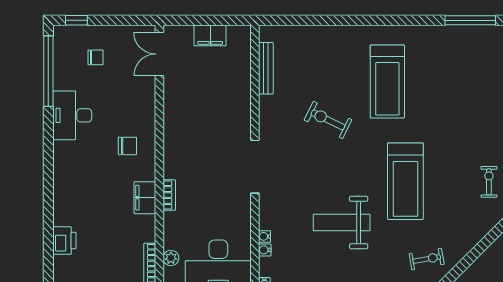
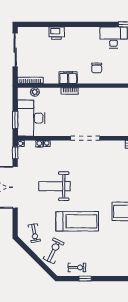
exercise bike: (328, 120) -> (54, 251), moved
treadmill: (405, 181) -> (77, 221), turned 180
weight bench: (342, 222) -> (54, 186), turned -90
printer: (64, 241) -> (57, 33), moved

